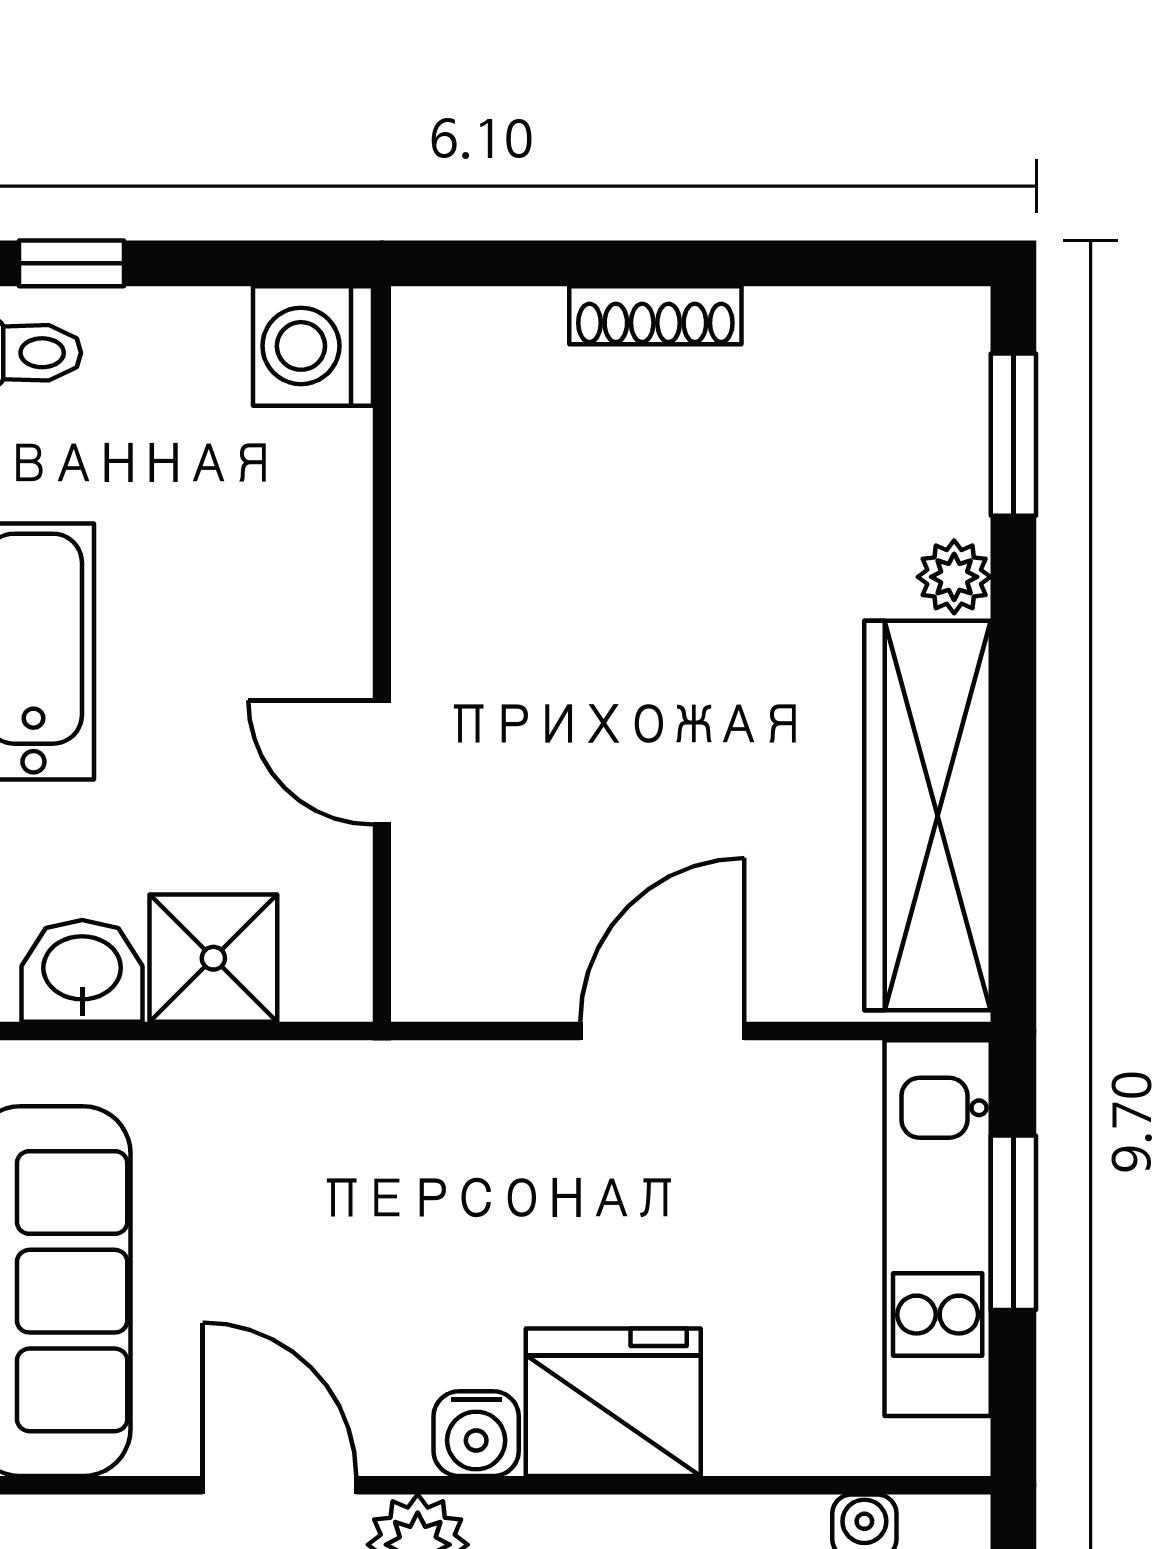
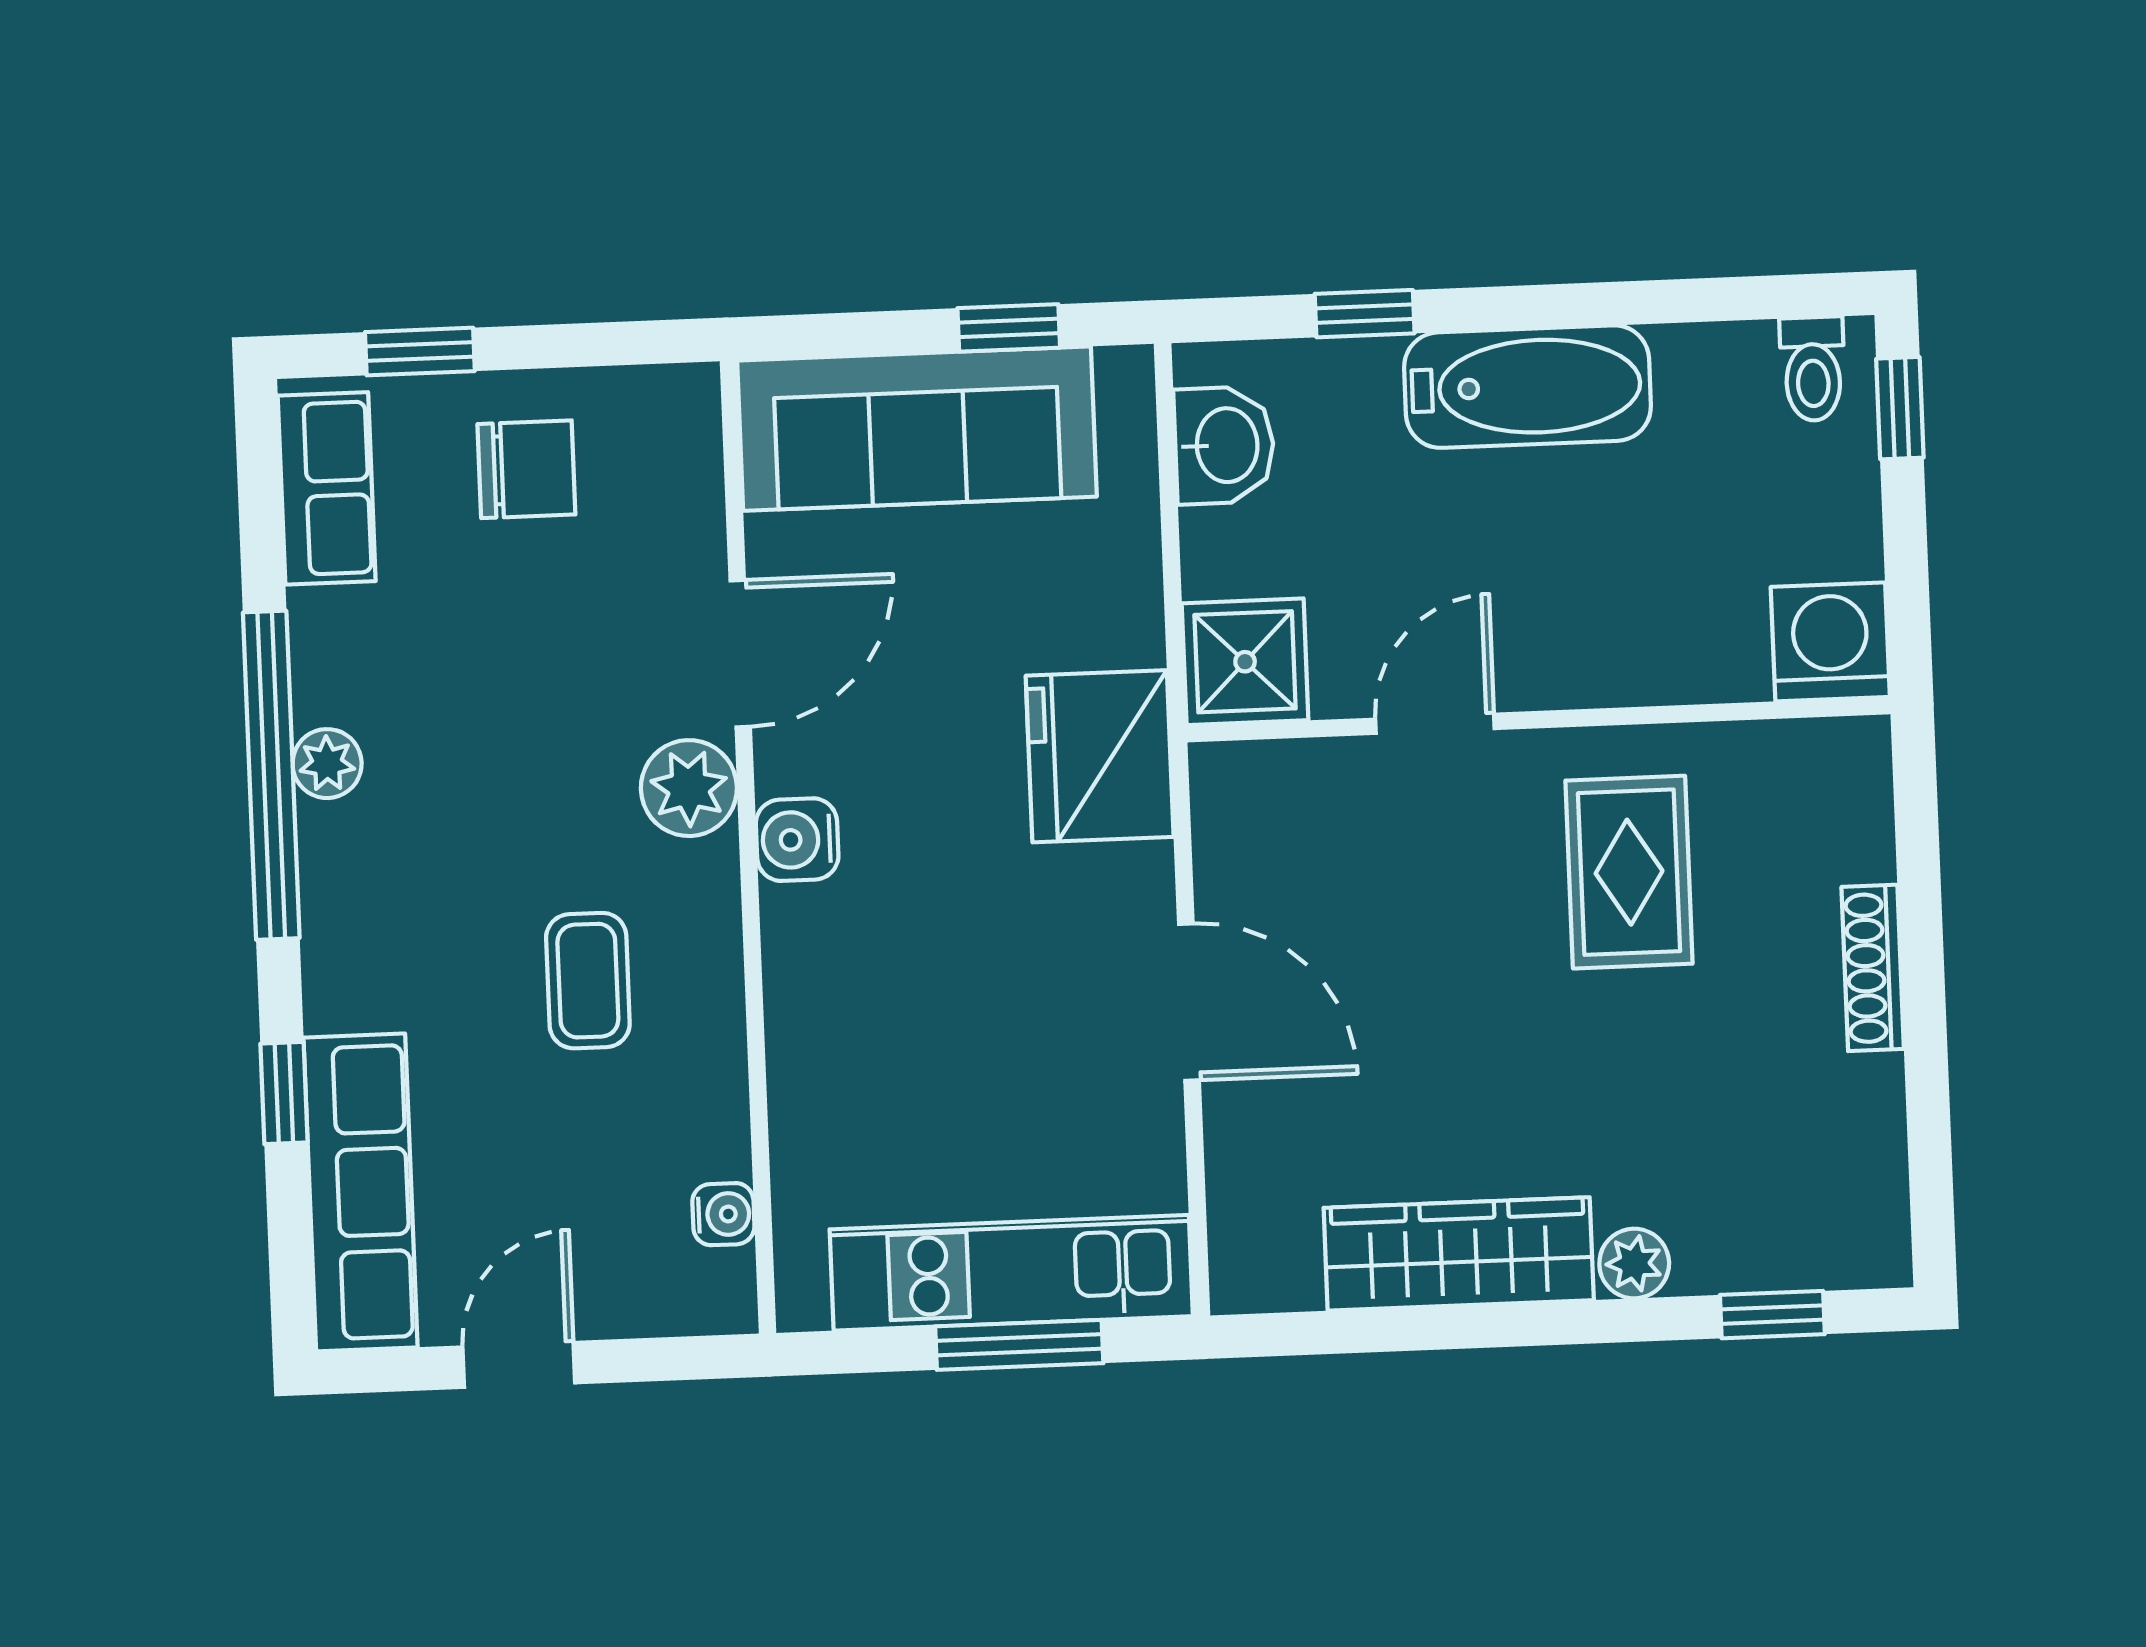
window: (1013, 435) -> (1772, 1315), width x0.67
rug: (545, 566) -> (1629, 872), added
wardrobe: (927, 816) -> (1459, 1254), width x0.71, depth x0.85
shower: (213, 958) -> (1245, 662), moved
fridge: (613, 1402) -> (1100, 756), moved, turned 180

